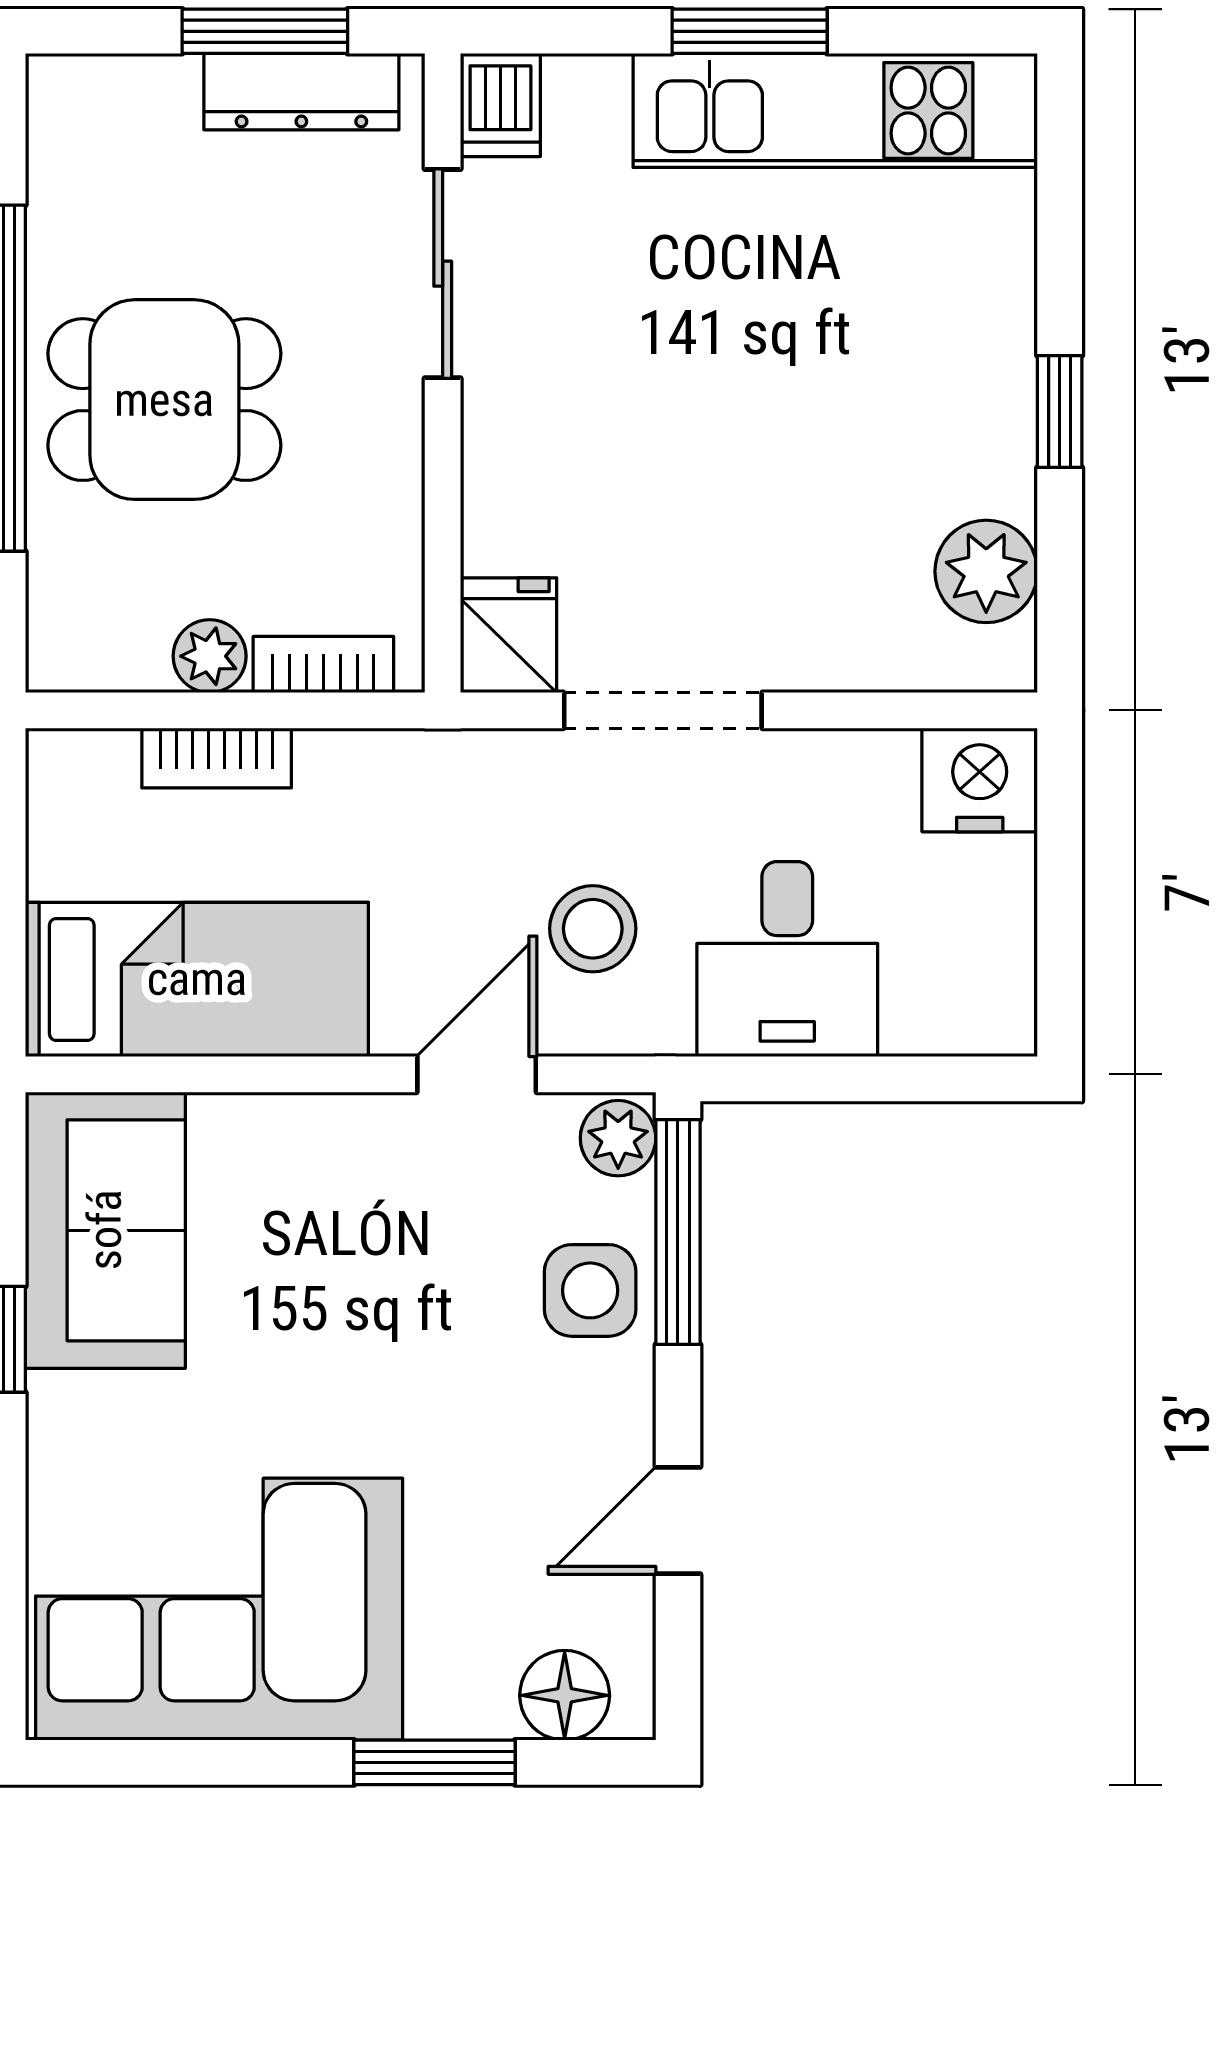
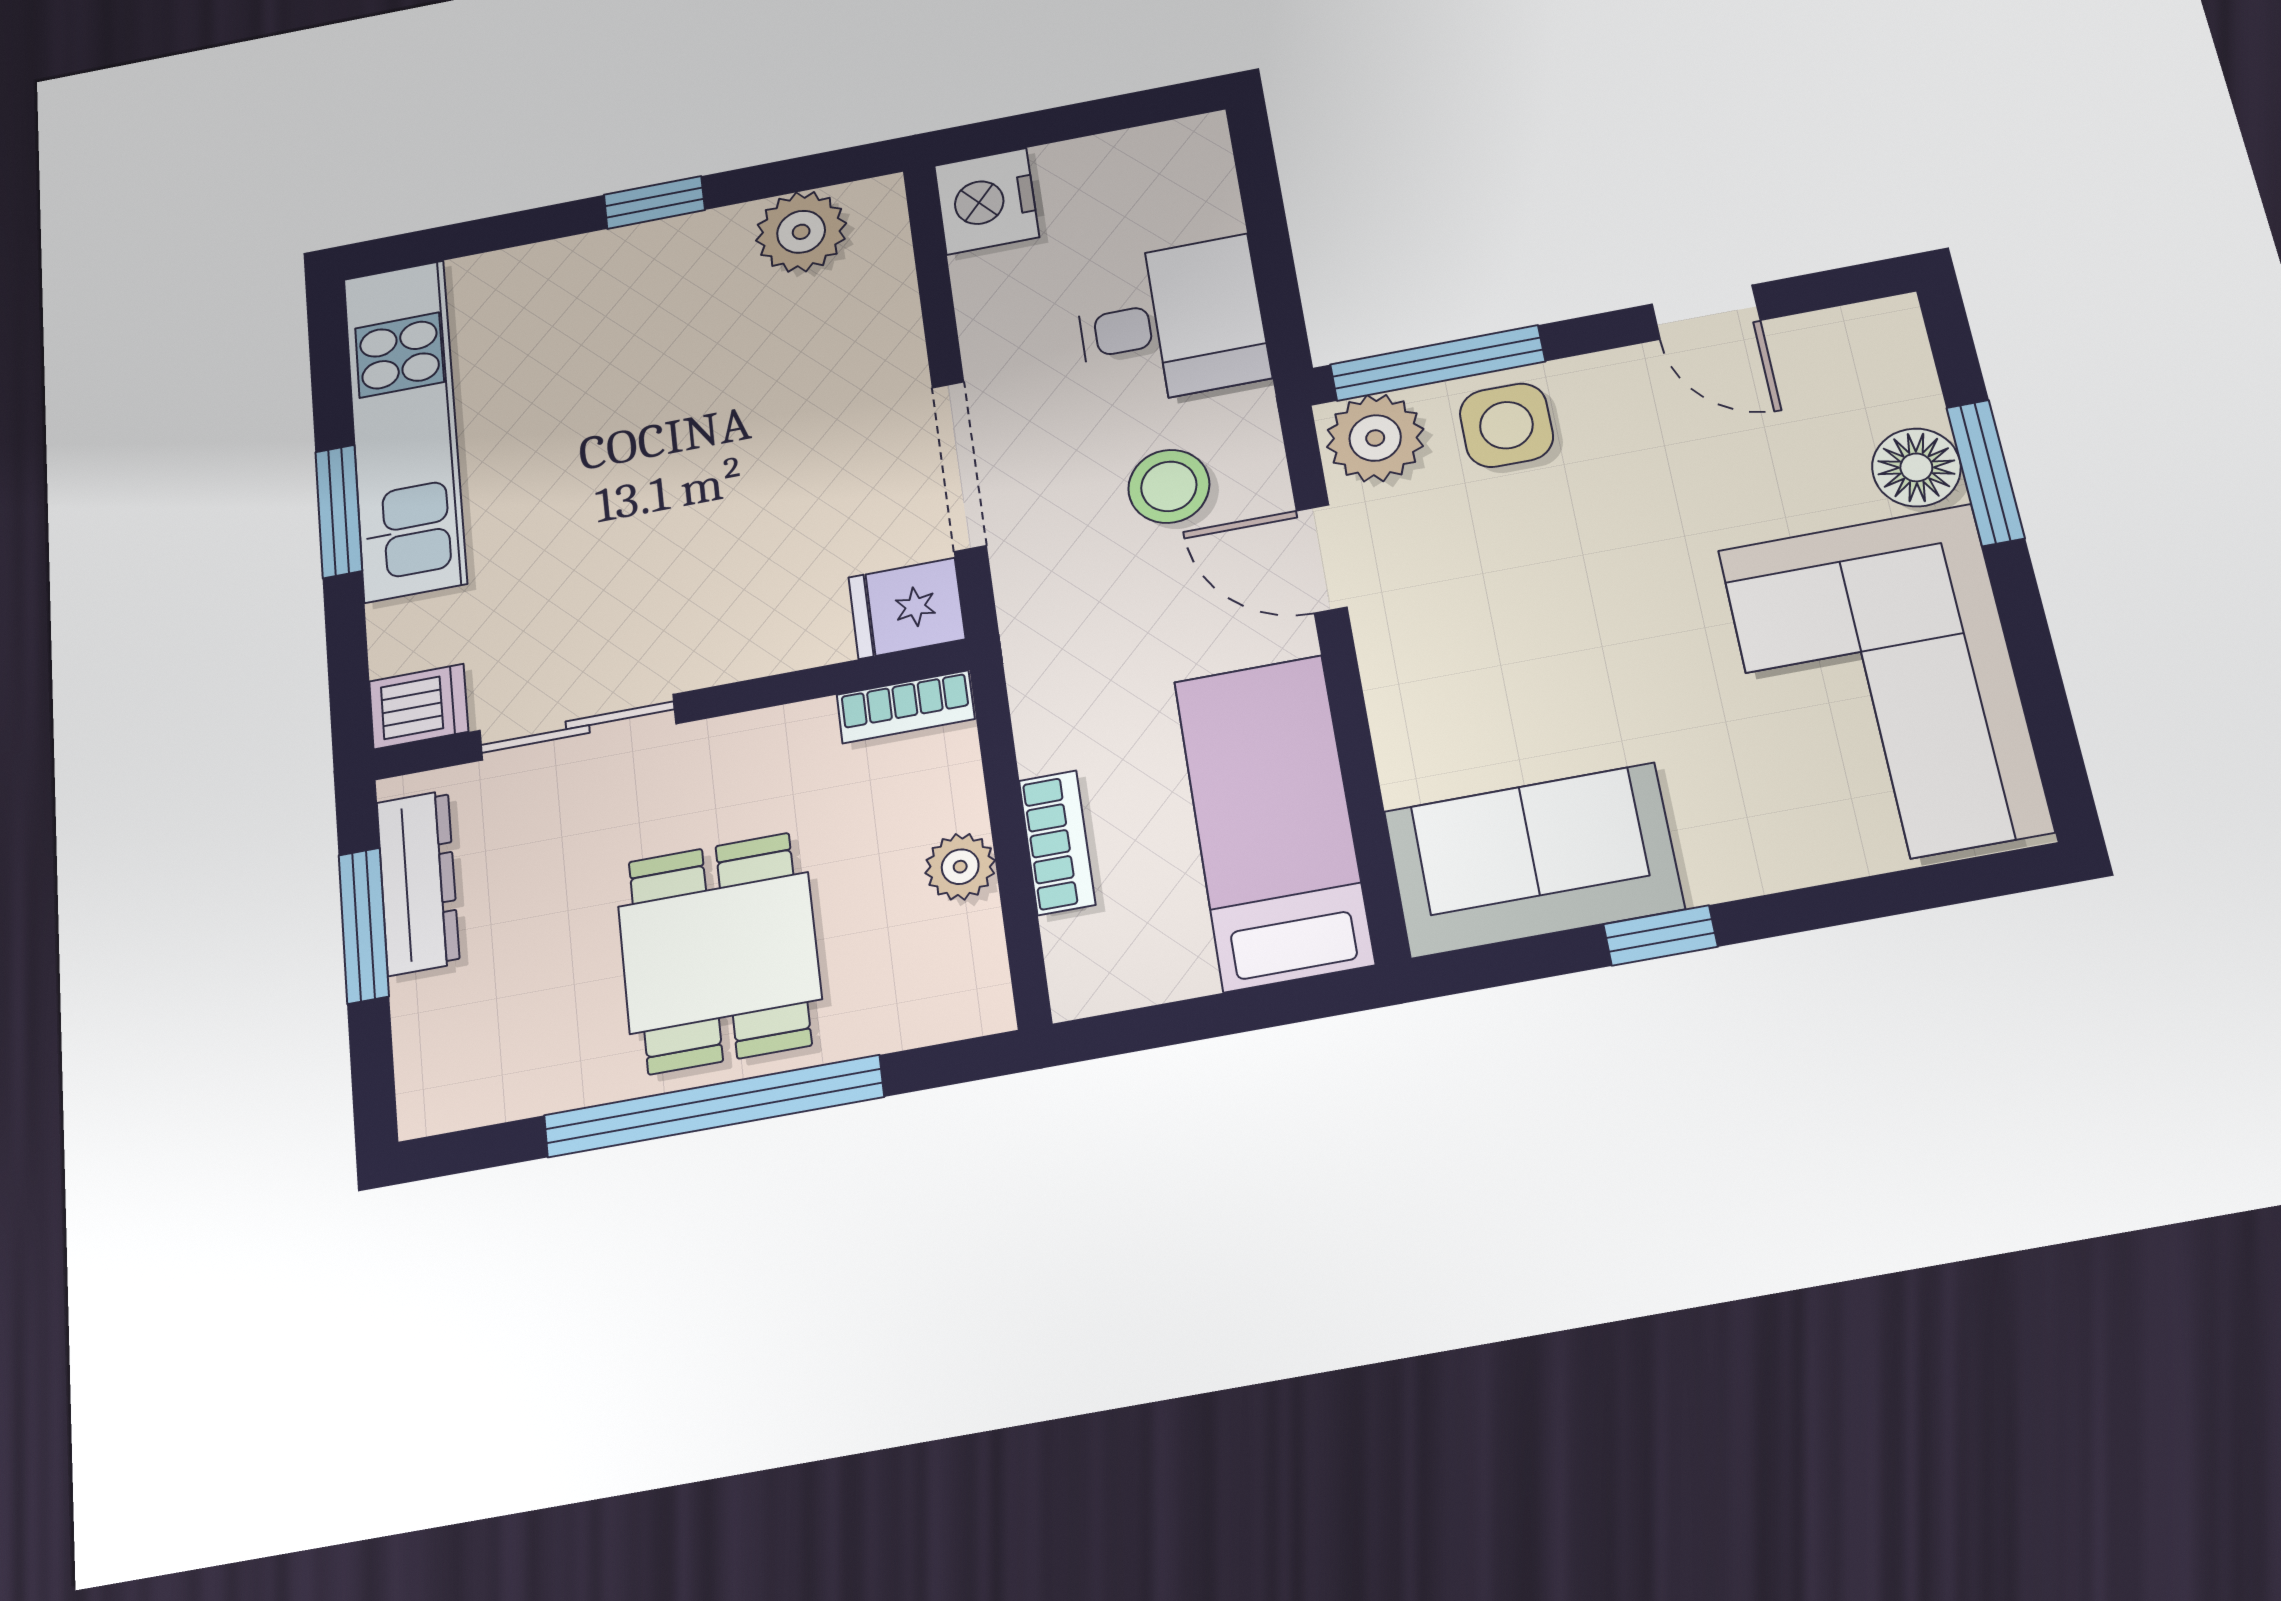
bookcase: (323, 665) -> (906, 707), moved, turned -90
plant: (618, 1138) -> (1375, 438), width x1.38, depth x1.38
floor lamp: (565, 1695) -> (1916, 467), moved

